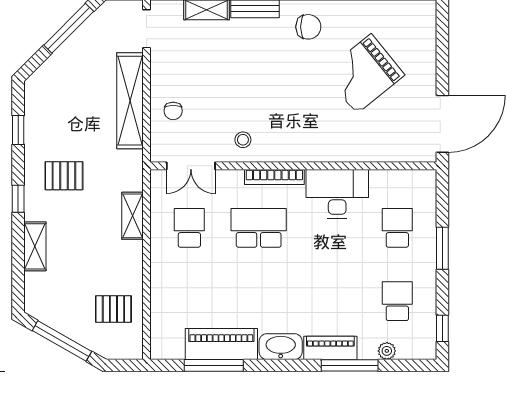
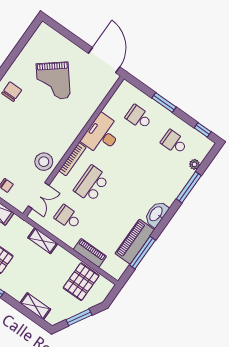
stool: (243, 140) -> (44, 162), width x1.89, depth x1.89
shelving: (35, 246) -> (35, 306), moved
pallet: (113, 309) -> (81, 282), width x1.50, depth x1.42
window: (62, 341) -> (79, 317), width x0.69
piano: (330, 348) -> (90, 253), moved, turned 90

